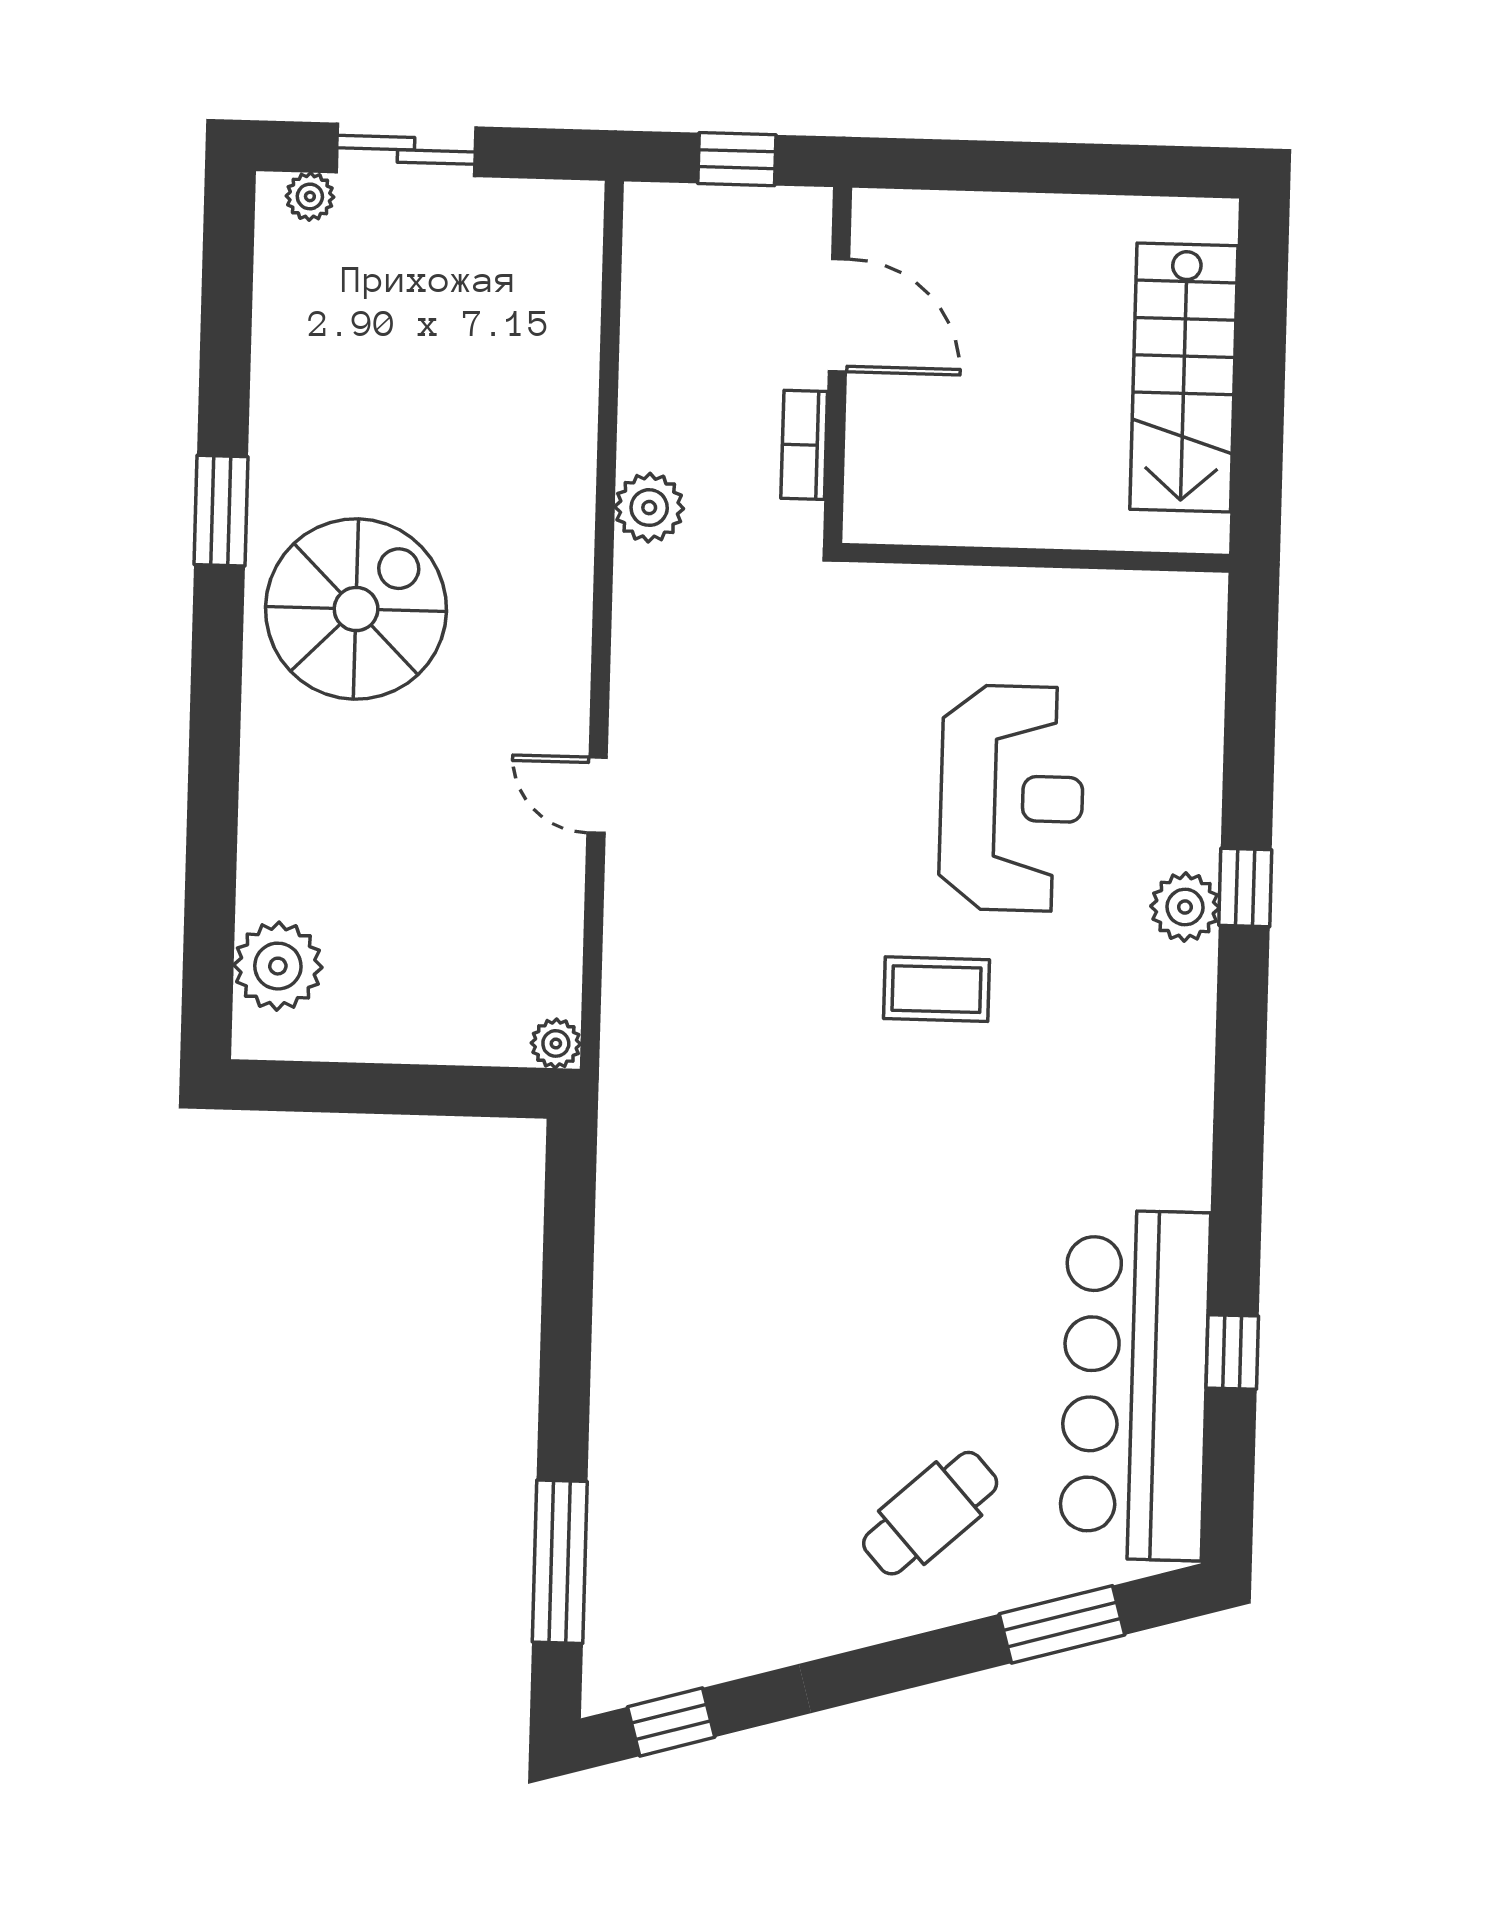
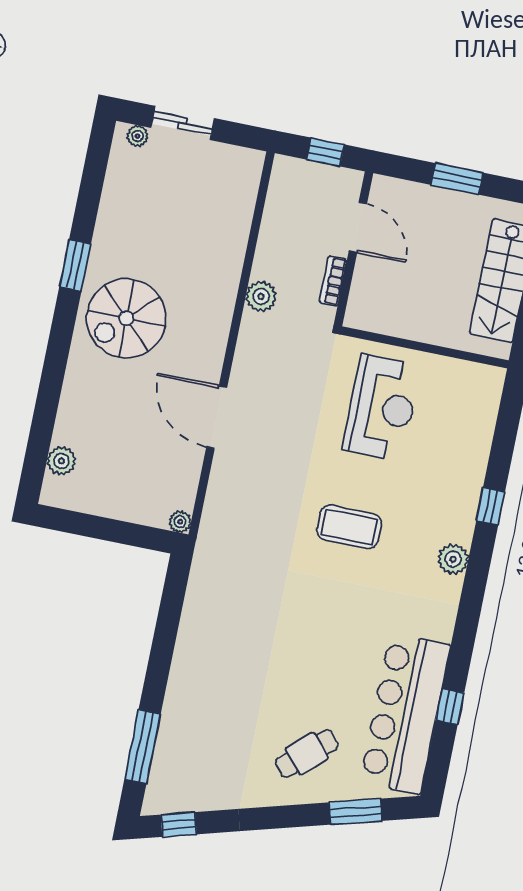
window: (1042, 168) -> (457, 179), added
spiral stairs: (356, 609) -> (126, 318), turned 180
door: (597, 795) -> (217, 417), width x1.87
reception desk: (1012, 798) -> (382, 408), moved
plant: (1185, 907) -> (453, 559), moved
plant: (278, 966) -> (61, 461), width x0.73, depth x0.73
coffee table: (936, 989) -> (349, 527), width x1.36, depth x1.30

